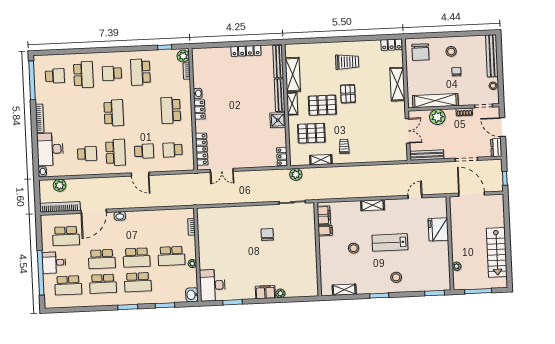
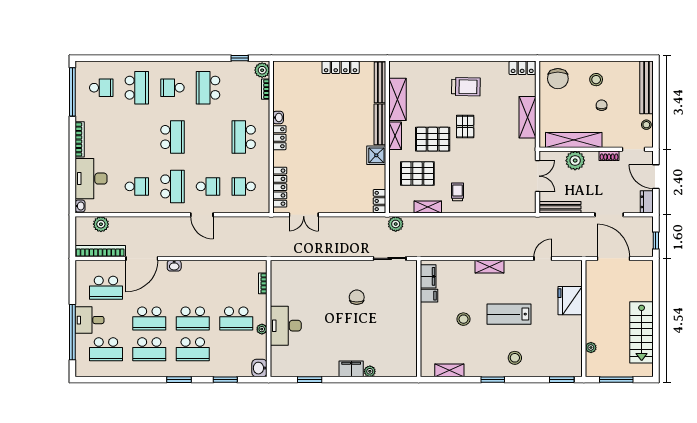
desk: (212, 285) -> (286, 326), moved

